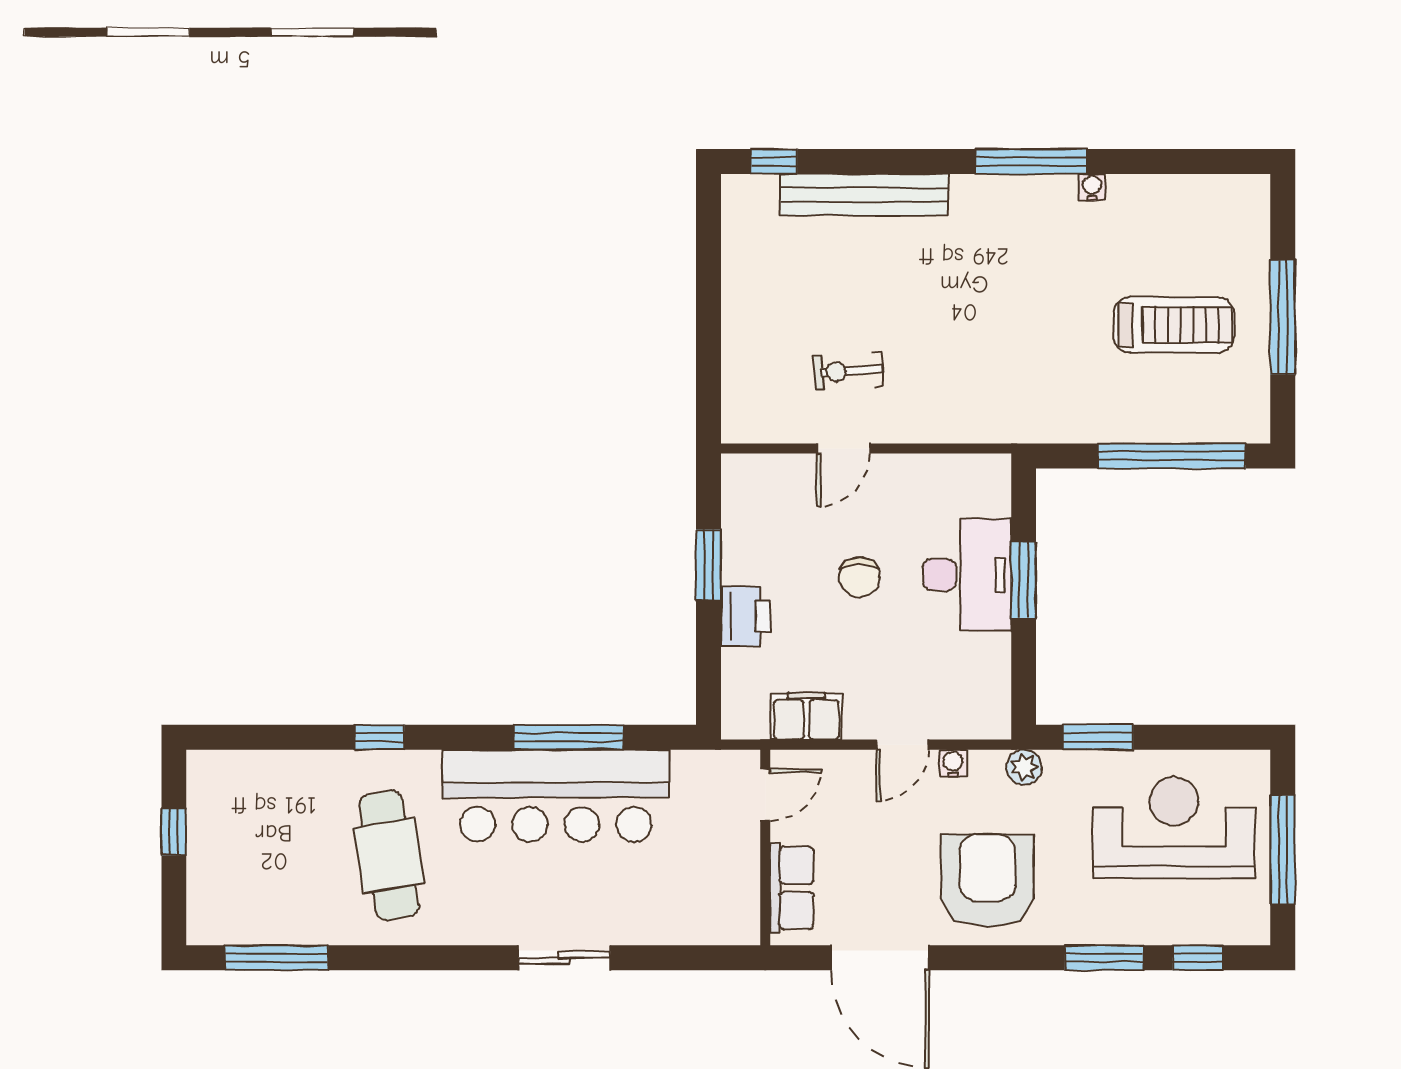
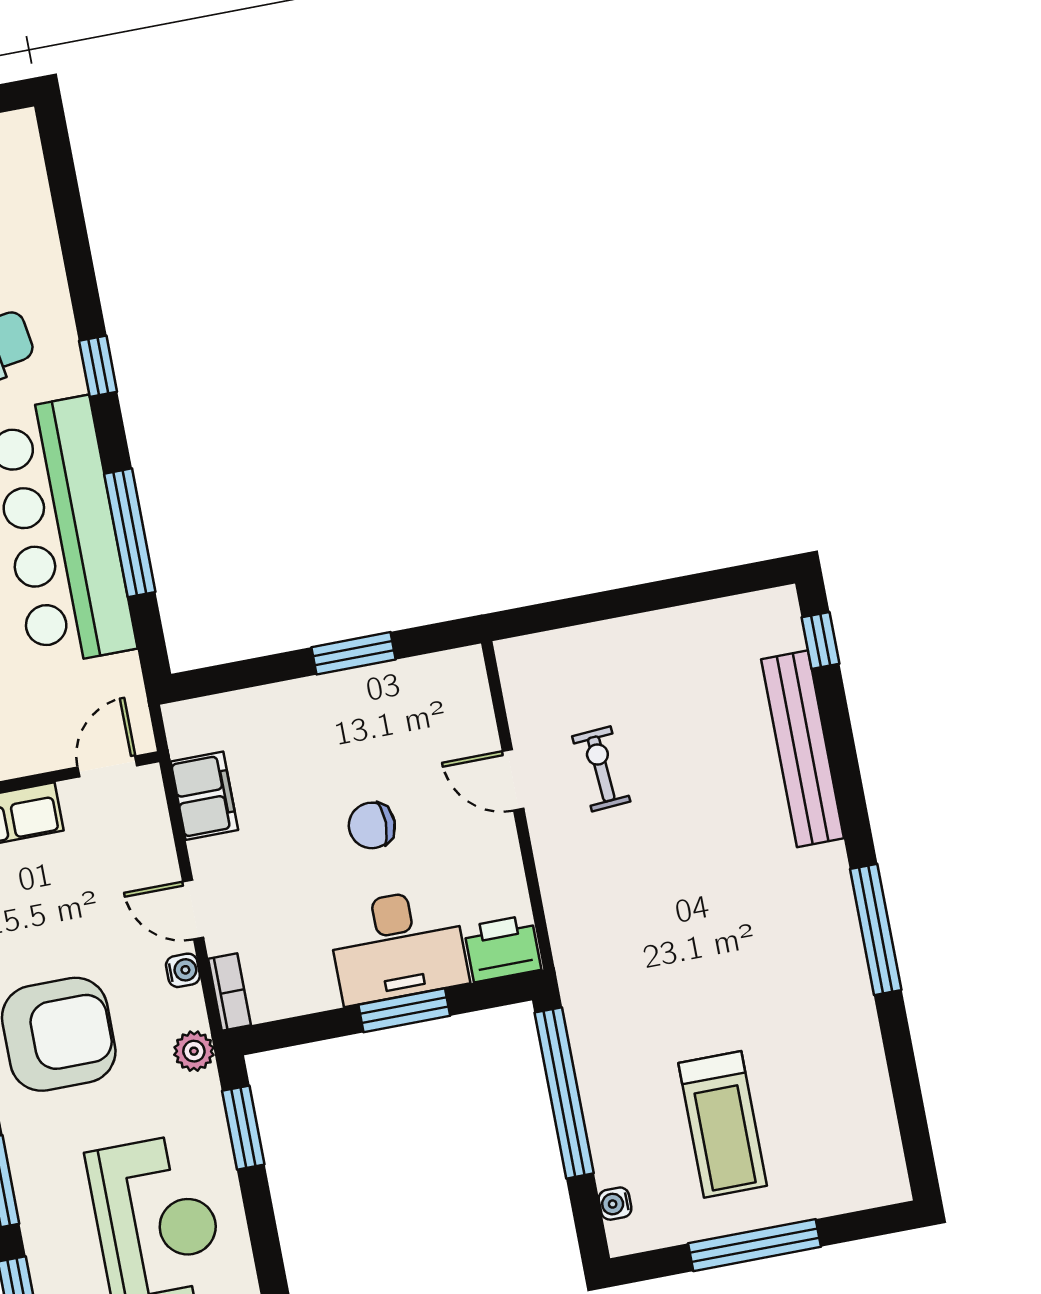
water cooler: (1092, 187) -> (615, 1204), moved, turned 180
window: (1172, 456) -> (564, 1093), moved
printer: (746, 616) -> (503, 948), moved, turned 180
bookcase: (979, 727) -> (229, 992), added
window: (380, 737) -> (98, 366), moved
door: (765, 795) -> (107, 766), swing flipped

